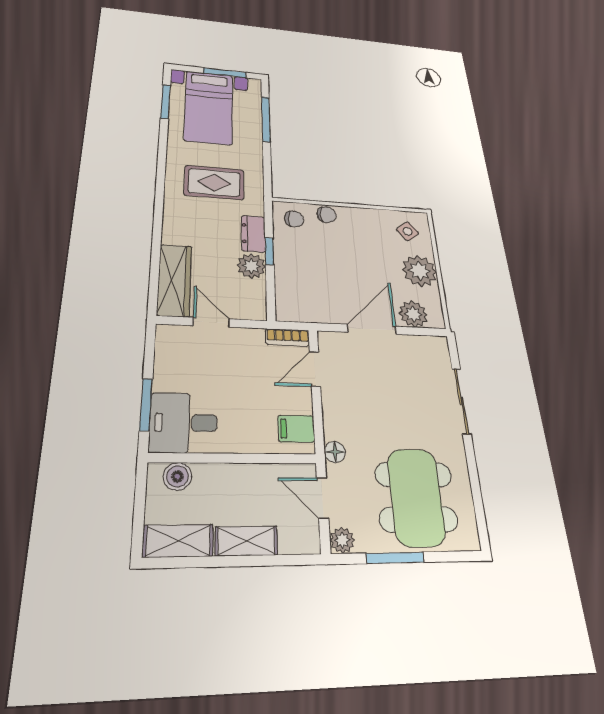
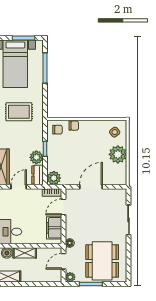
dresser: (253, 234) -> (38, 175), moved
plant: (413, 314) -> (54, 178), moved
door: (211, 322) -> (19, 187), hinge flipped
filing cabinet: (296, 429) -> (54, 228), width x2.00
door: (323, 498) -> (63, 261), hinge flipped
shelving: (246, 541) -> (25, 253), moved

